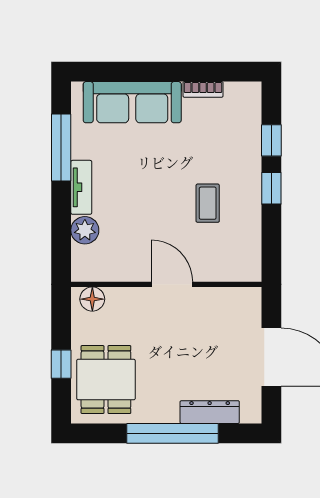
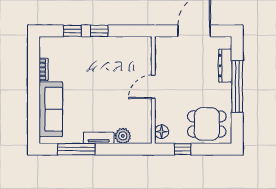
coffee table: (208, 203) -> (108, 67), removed
window: (61, 364) -> (183, 149), moved

